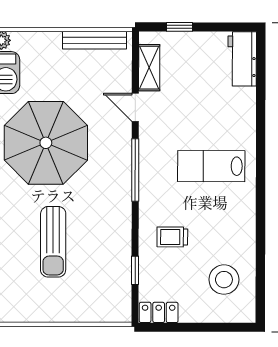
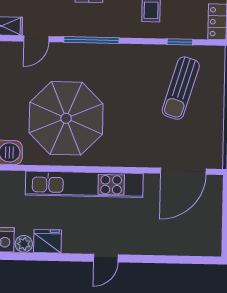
sun lounger: (53, 242) -> (181, 88), moved, turned 107

